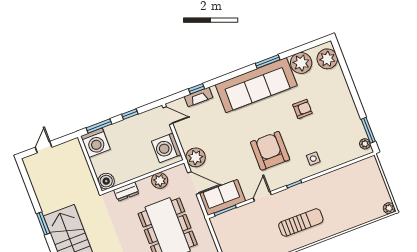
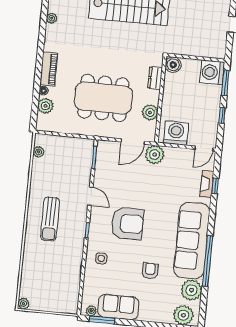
window: (268, 62) -> (208, 261), width x2.11
armchair: (302, 109) -> (150, 271), turned 180
sofa: (222, 198) -> (118, 307), moved, turned -90

